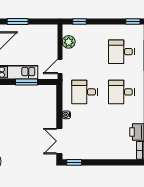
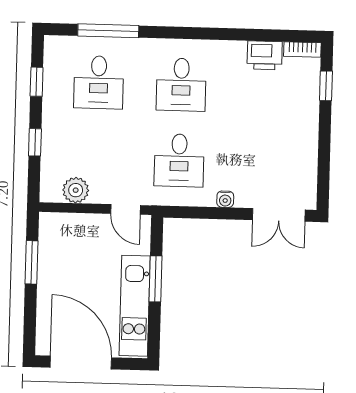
window: (18, 21) -> (32, 262), moved
window: (80, 21) -> (35, 142), moved
window: (133, 21) -> (37, 82), moved
window: (74, 162) -> (326, 86), moved

